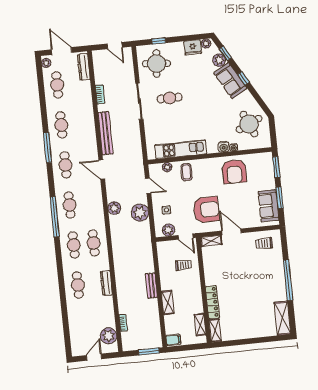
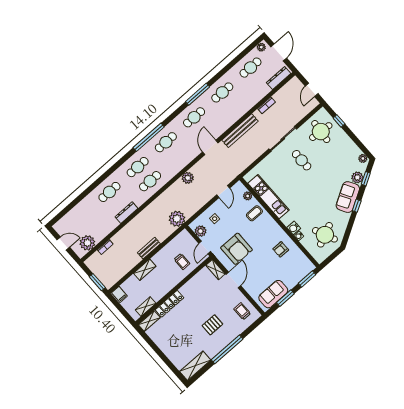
fridge: (193, 47) -> (353, 150), removed
armchair: (234, 172) -> (281, 249), width x0.53, depth x0.53
plant: (140, 213) -> (177, 219), moved
pallet: (257, 278) -> (212, 325), added

